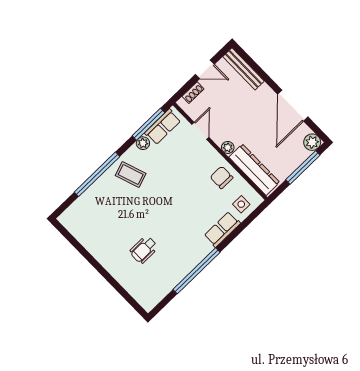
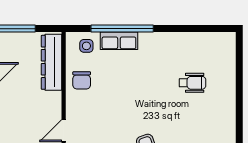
plant: (228, 147) -> (55, 98), removed
window: (196, 271) -> (122, 29), moved

